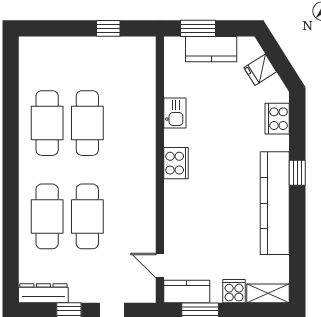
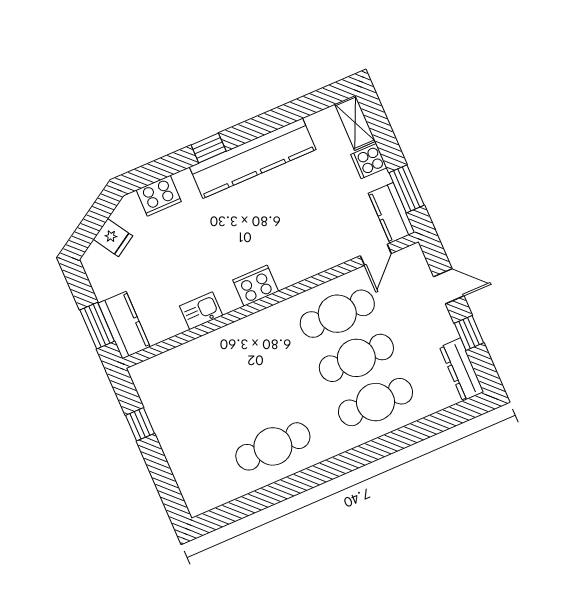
kitchen counter: (211, 49) -> (124, 325), moved
cafe table: (87, 123) -> (337, 314), moved

